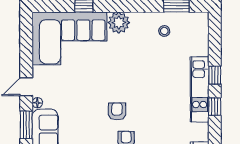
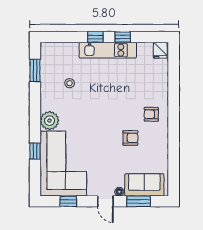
stool: (164, 31) -> (70, 83), moved
window: (26, 44) -> (68, 201), added
armchair: (117, 111) -> (130, 138), moved, turned 180

